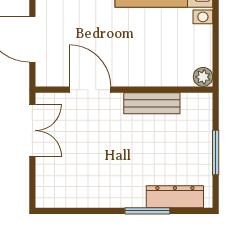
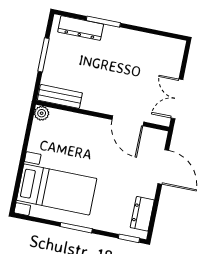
bench: (152, 103) -> (60, 96), moved

